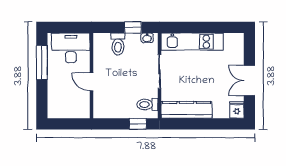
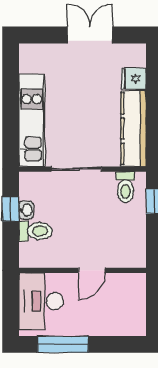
washbasin: (147, 38) -> (26, 210), moved
double door: (249, 81) -> (90, 35), swing flipped
fridge: (237, 110) -> (134, 79), moved

